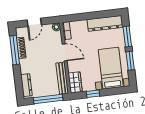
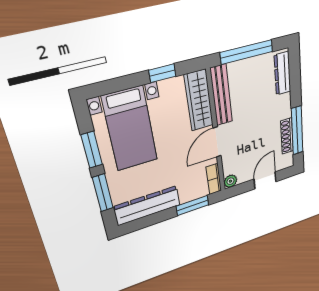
window: (80, 17) -> (192, 206), added
door: (65, 52) -> (217, 142), hinge flipped
wardrobe: (75, 82) -> (199, 100), width x1.50

